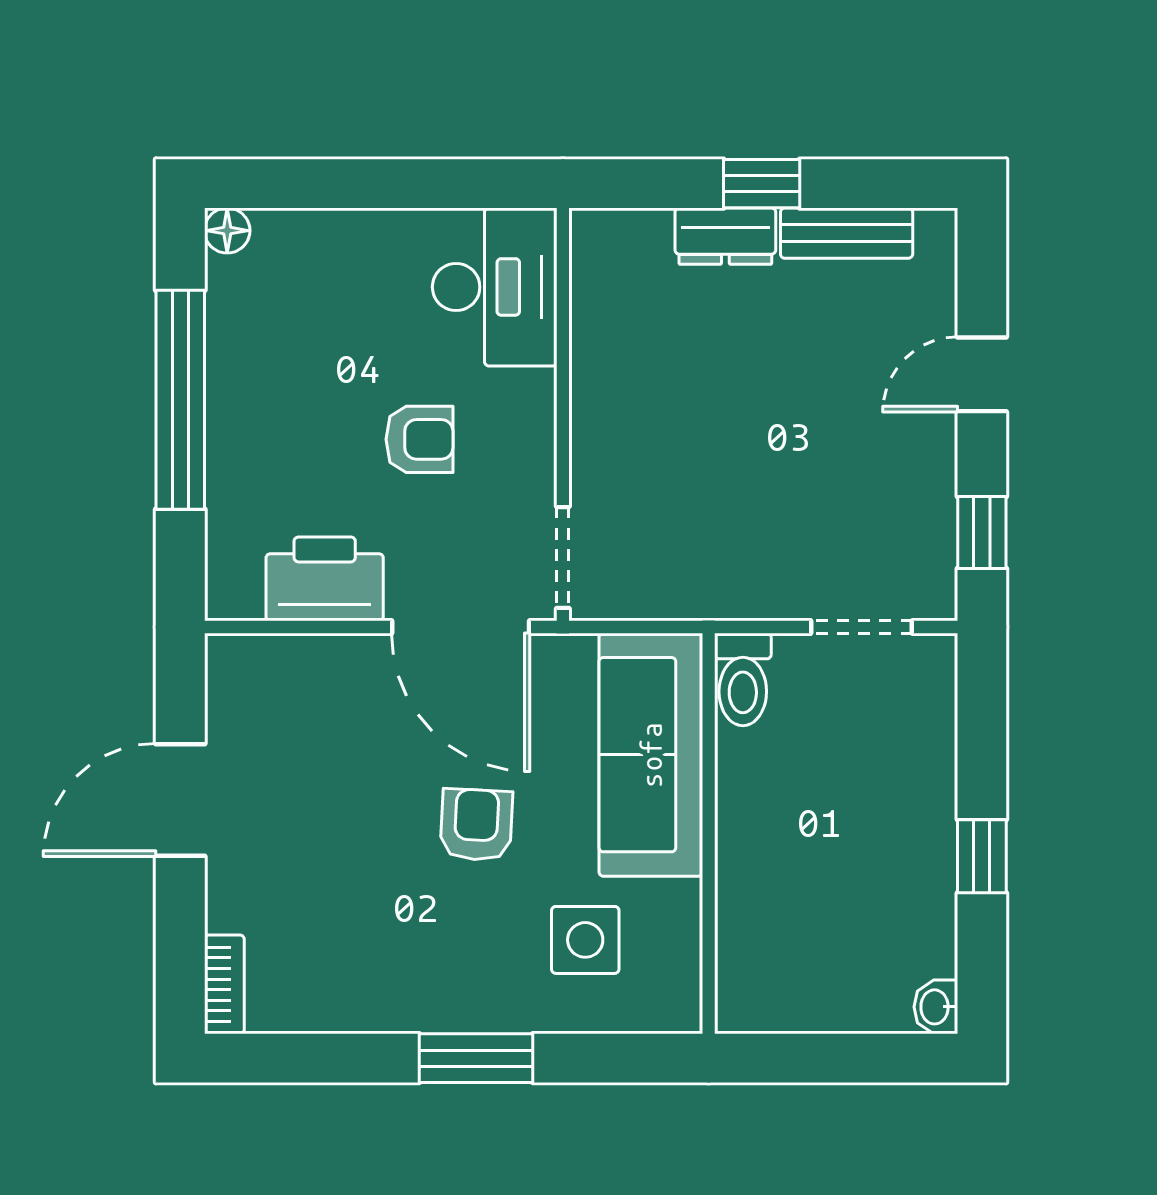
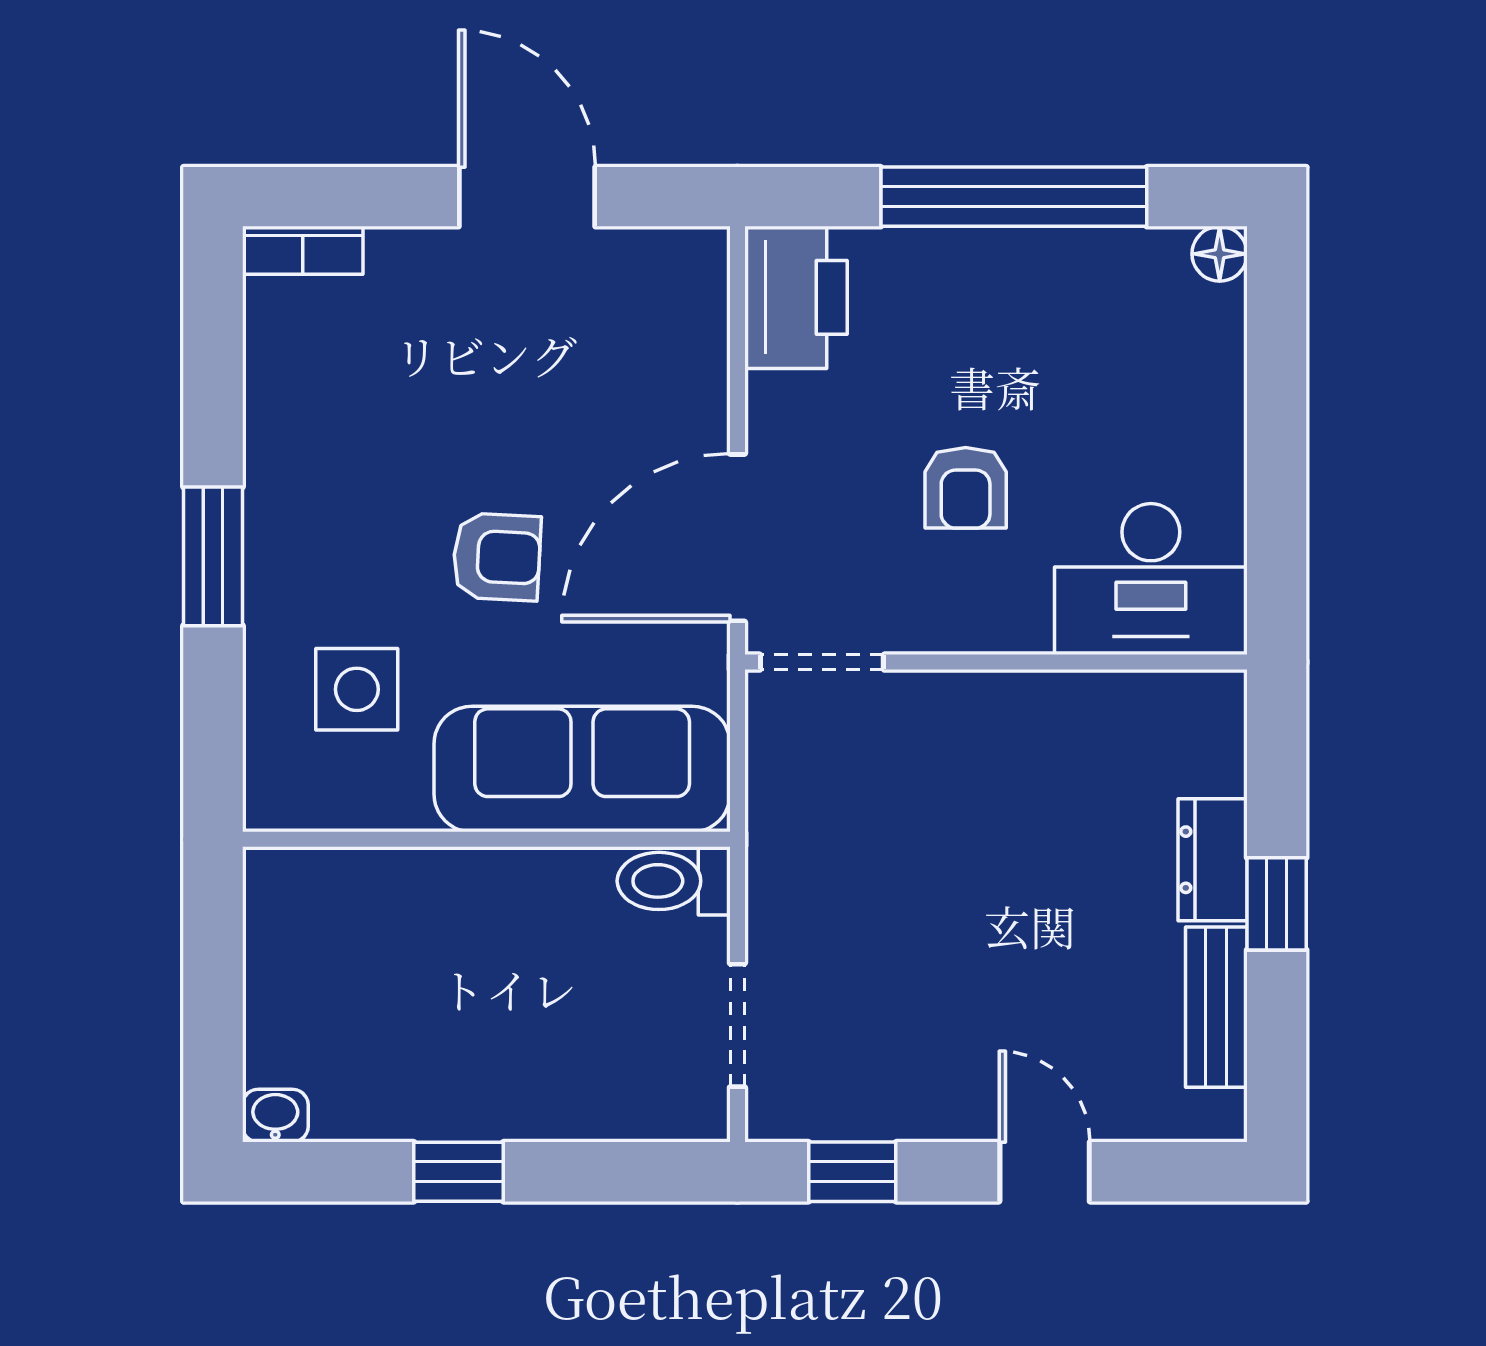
printer: (325, 579) -> (796, 297), moved

